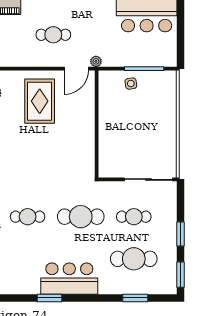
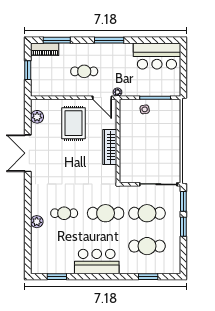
door: (76, 69) -> (102, 98), hinge flipped
wardrobe: (86, 132) -> (110, 147), added
cafe table: (134, 217) -> (147, 213), width x1.37, depth x1.35
window: (180, 275) -> (183, 201), moved
window: (50, 298) -> (57, 277), moved

